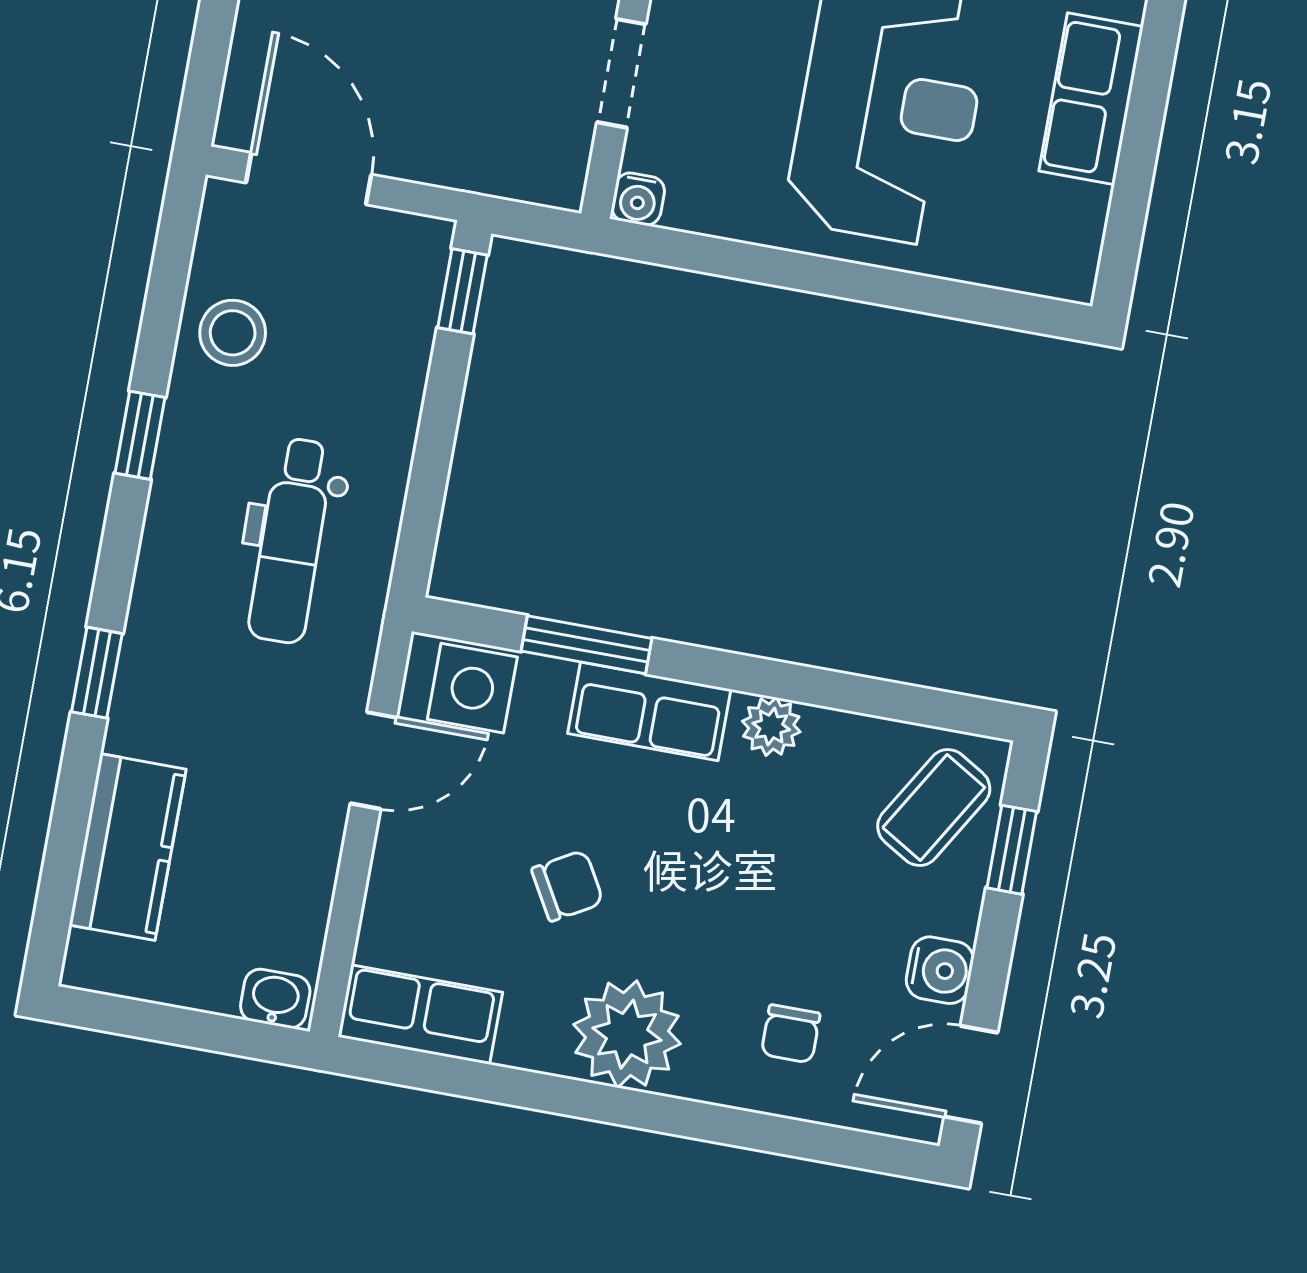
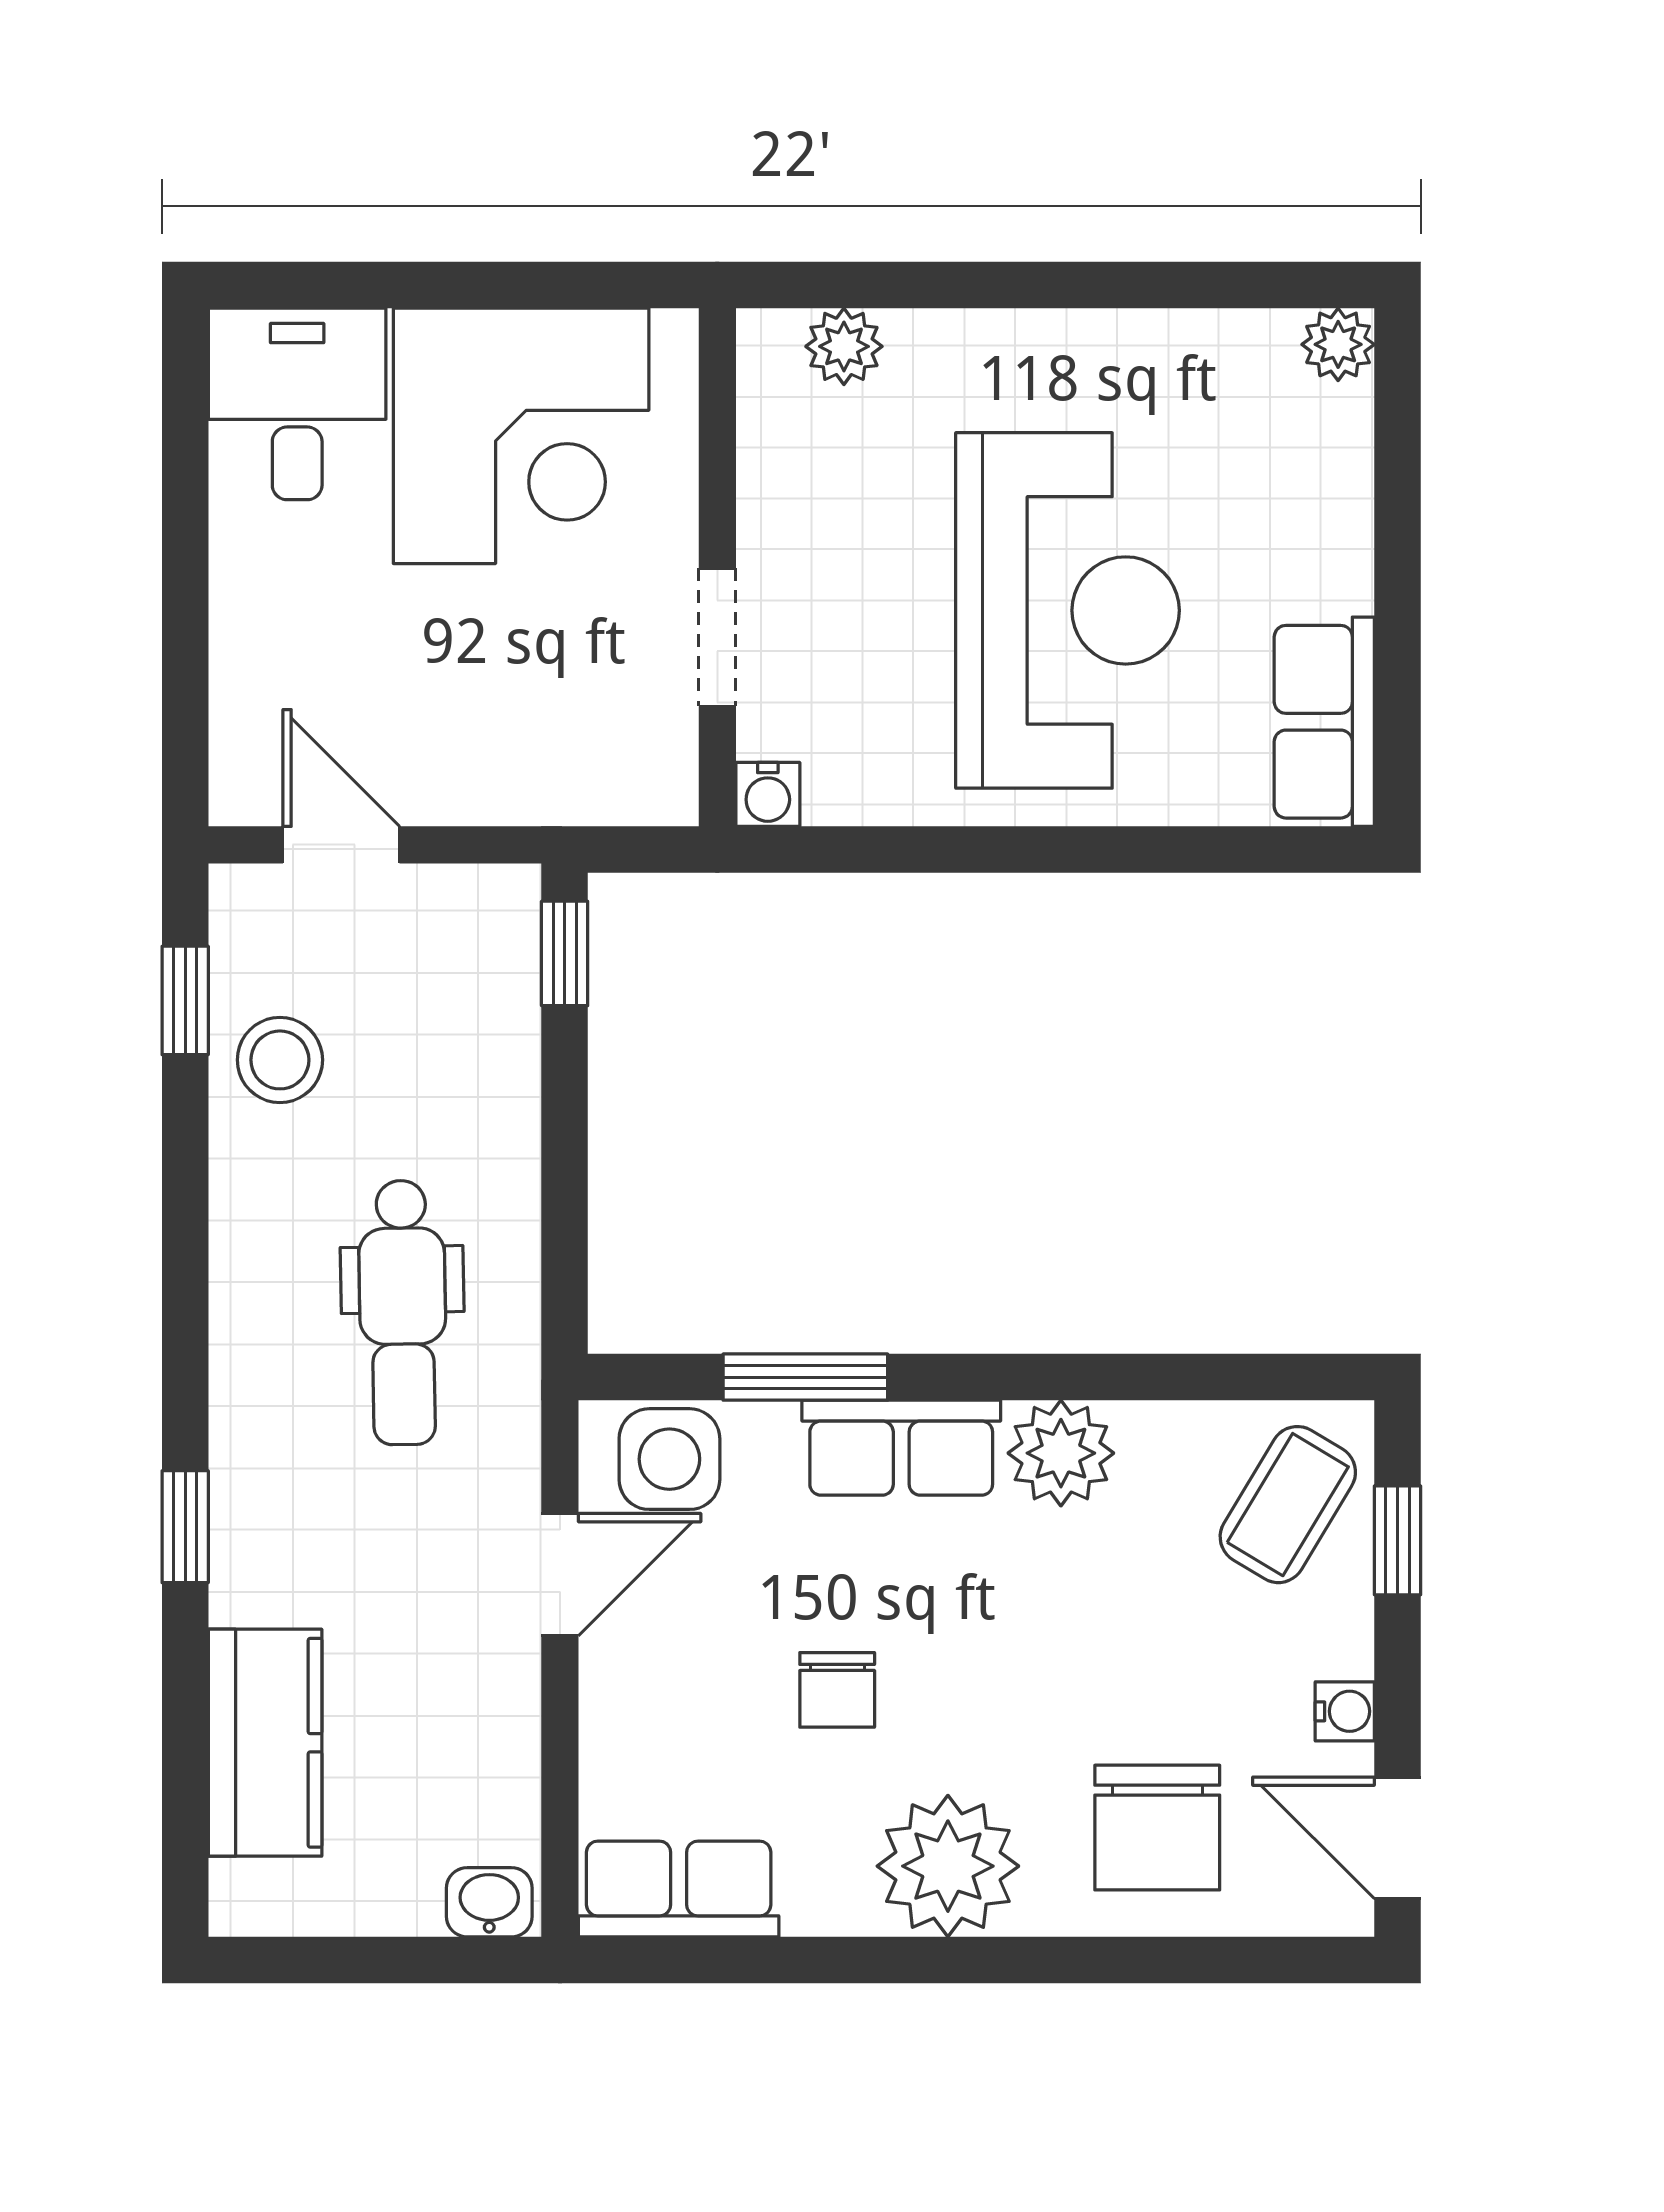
row of seats: (1091, 99) -> (1324, 722), moved
door: (309, 179) -> (341, 845), width x0.73
window: (140, 435) -> (185, 1000), moved
plant: (771, 726) -> (1061, 1453), width x1.38, depth x1.38
chair: (567, 886) -> (837, 1690), turned 120
water cooler: (940, 970) -> (1345, 1711), width x0.72, depth x0.72
chair: (791, 1034) -> (1157, 1828), width x1.87, depth x1.87
door: (971, 1075) -> (1398, 1838), hinge flipped

